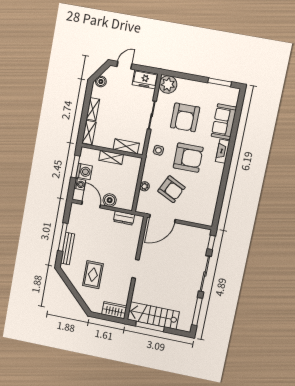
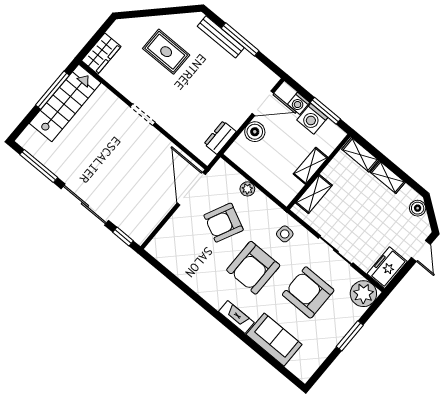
window: (220, 82) -> (350, 336), moved

